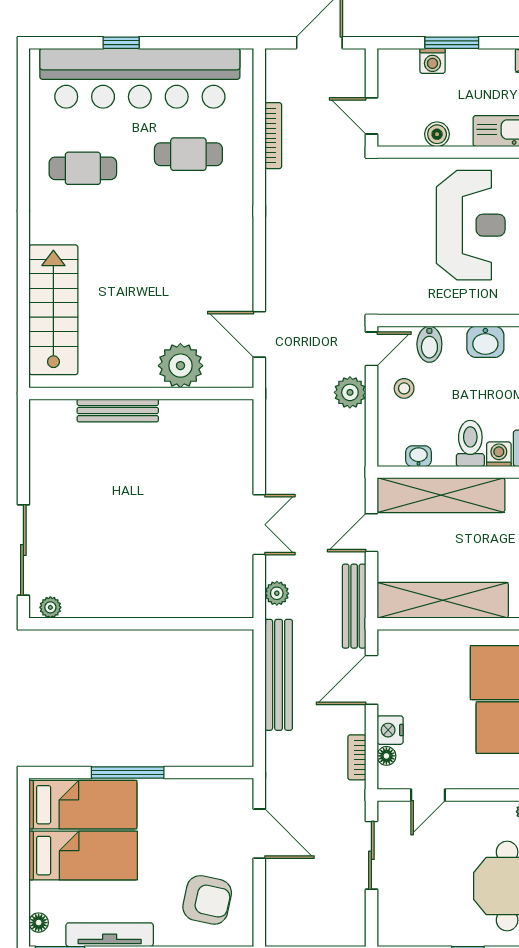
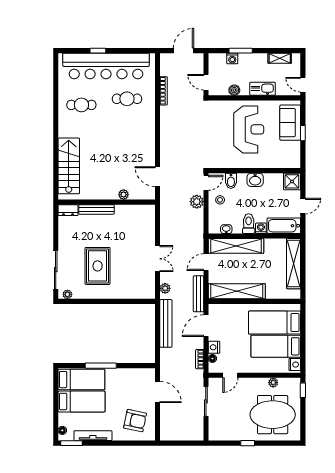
plant: (180, 366) -> (124, 195), width x0.53, depth x0.53
dresser: (52, 412) -> (68, 210), added
rug: (120, 541) -> (98, 266), added

